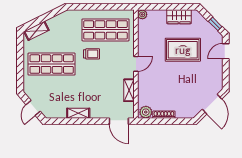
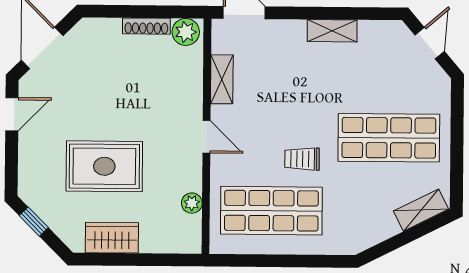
plant: (142, 14) -> (192, 203), moved
door: (226, 51) -> (12, 114), moved
door: (136, 64) -> (206, 137), swing flipped

